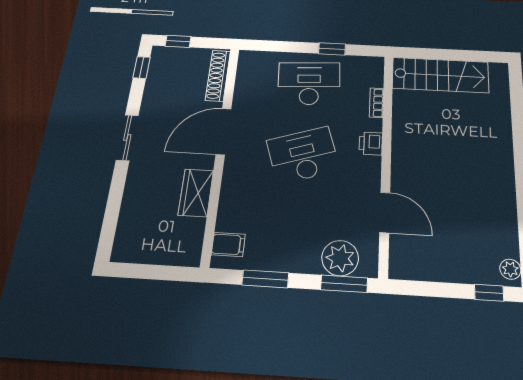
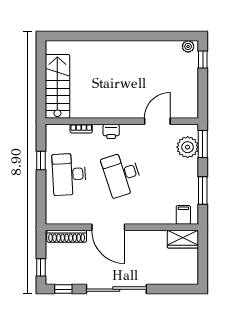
sliding door: (127, 138) -> (116, 289), width x1.86
wardrobe: (196, 193) -> (183, 239), moved

